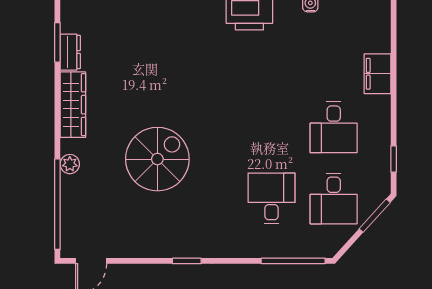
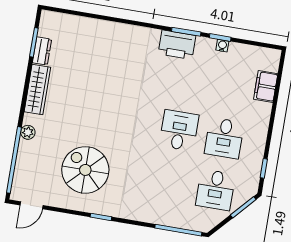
filing cabinet: (377, 74) -> (266, 86), moved
spiral stairs: (157, 159) -> (85, 170), moved, turned -90
desk: (272, 198) -> (179, 130), moved

